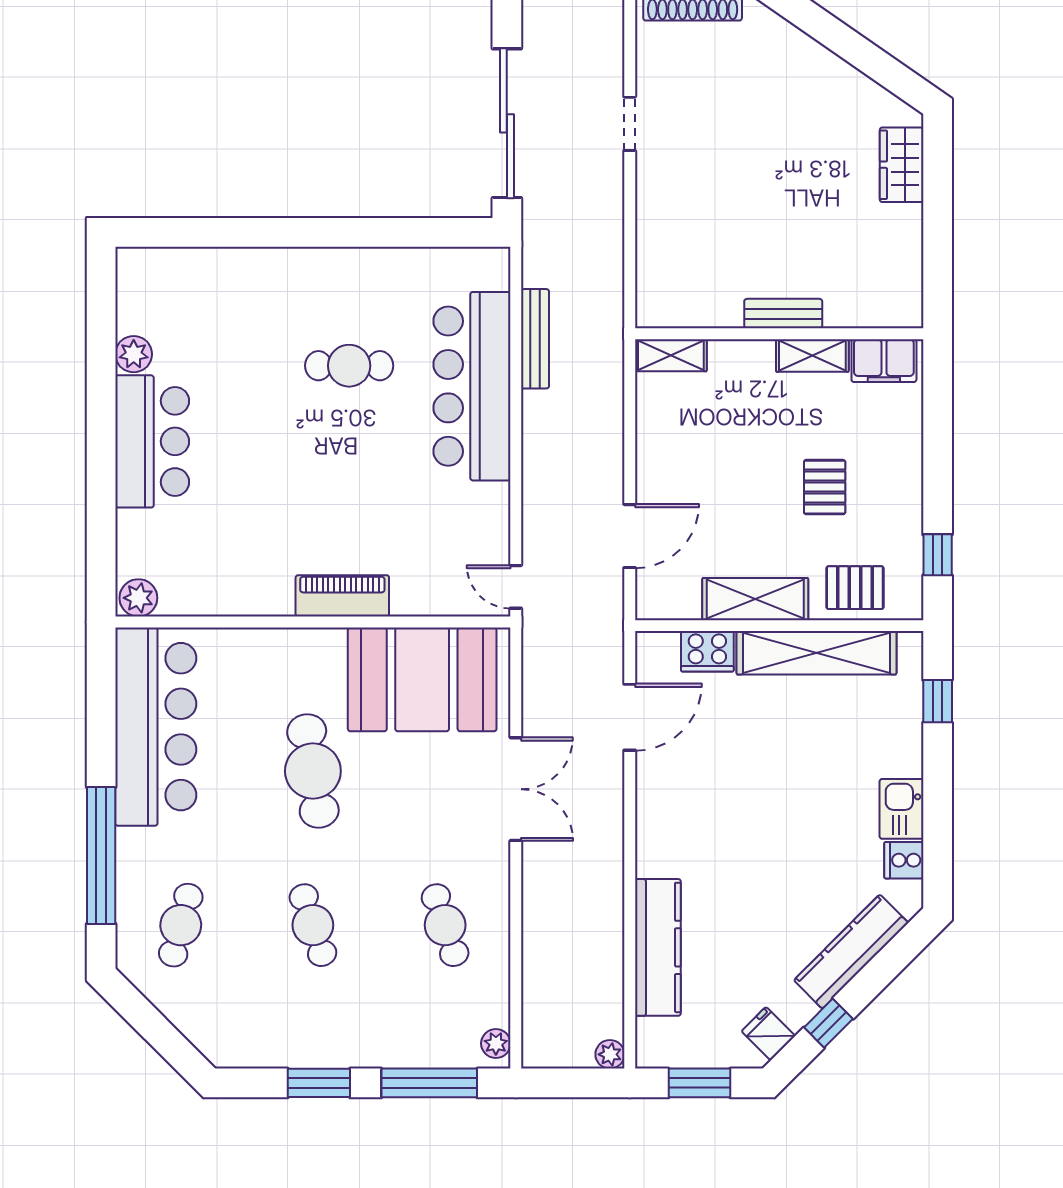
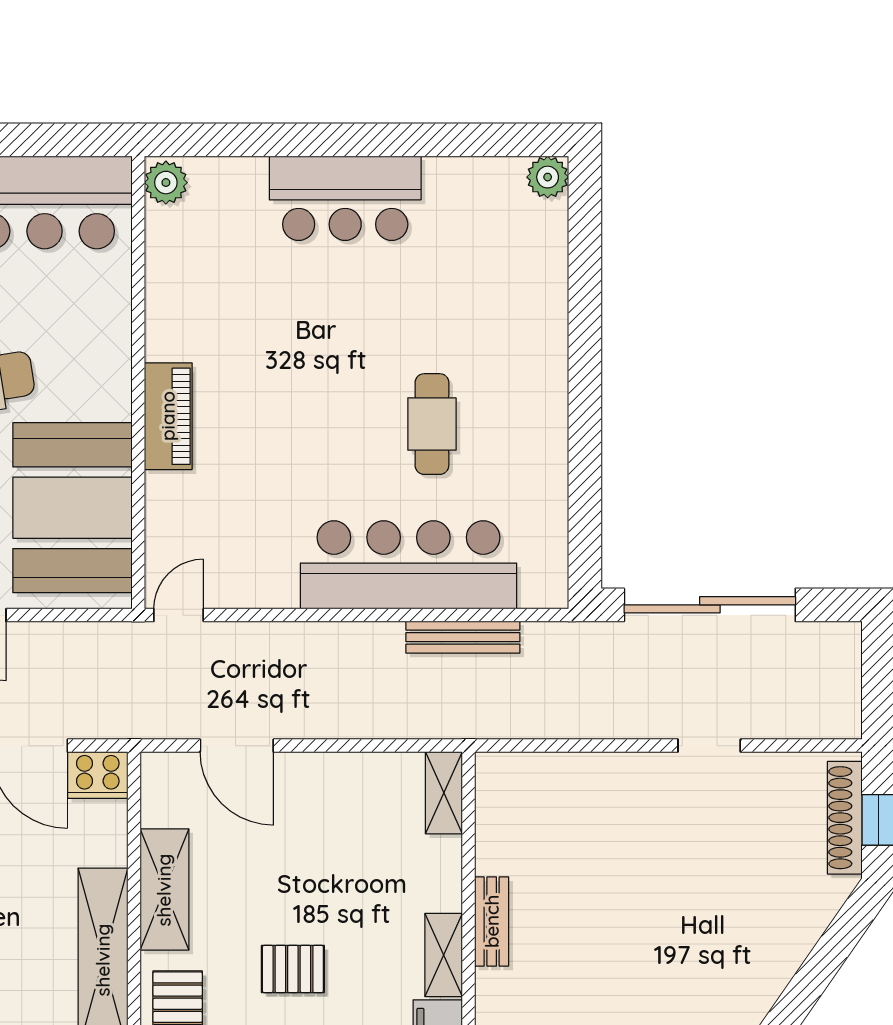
plant: (134, 354) -> (548, 177), moved
cooker: (707, 651) -> (98, 775), moved, turned -90

